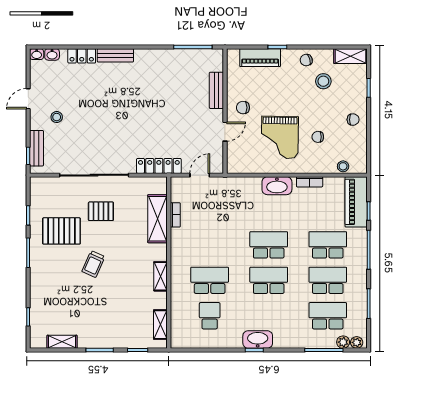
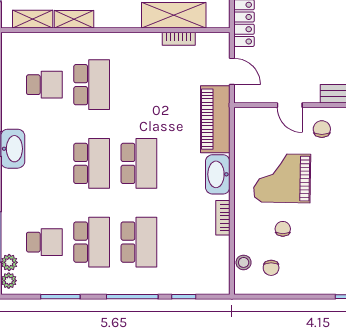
chair: (353, 120) -> (271, 268), moved
piano: (356, 202) -> (215, 119), moved, turned -90
shelving: (161, 276) -> (74, 19), moved
school desk: (328, 316) -> (44, 242), width x0.54

